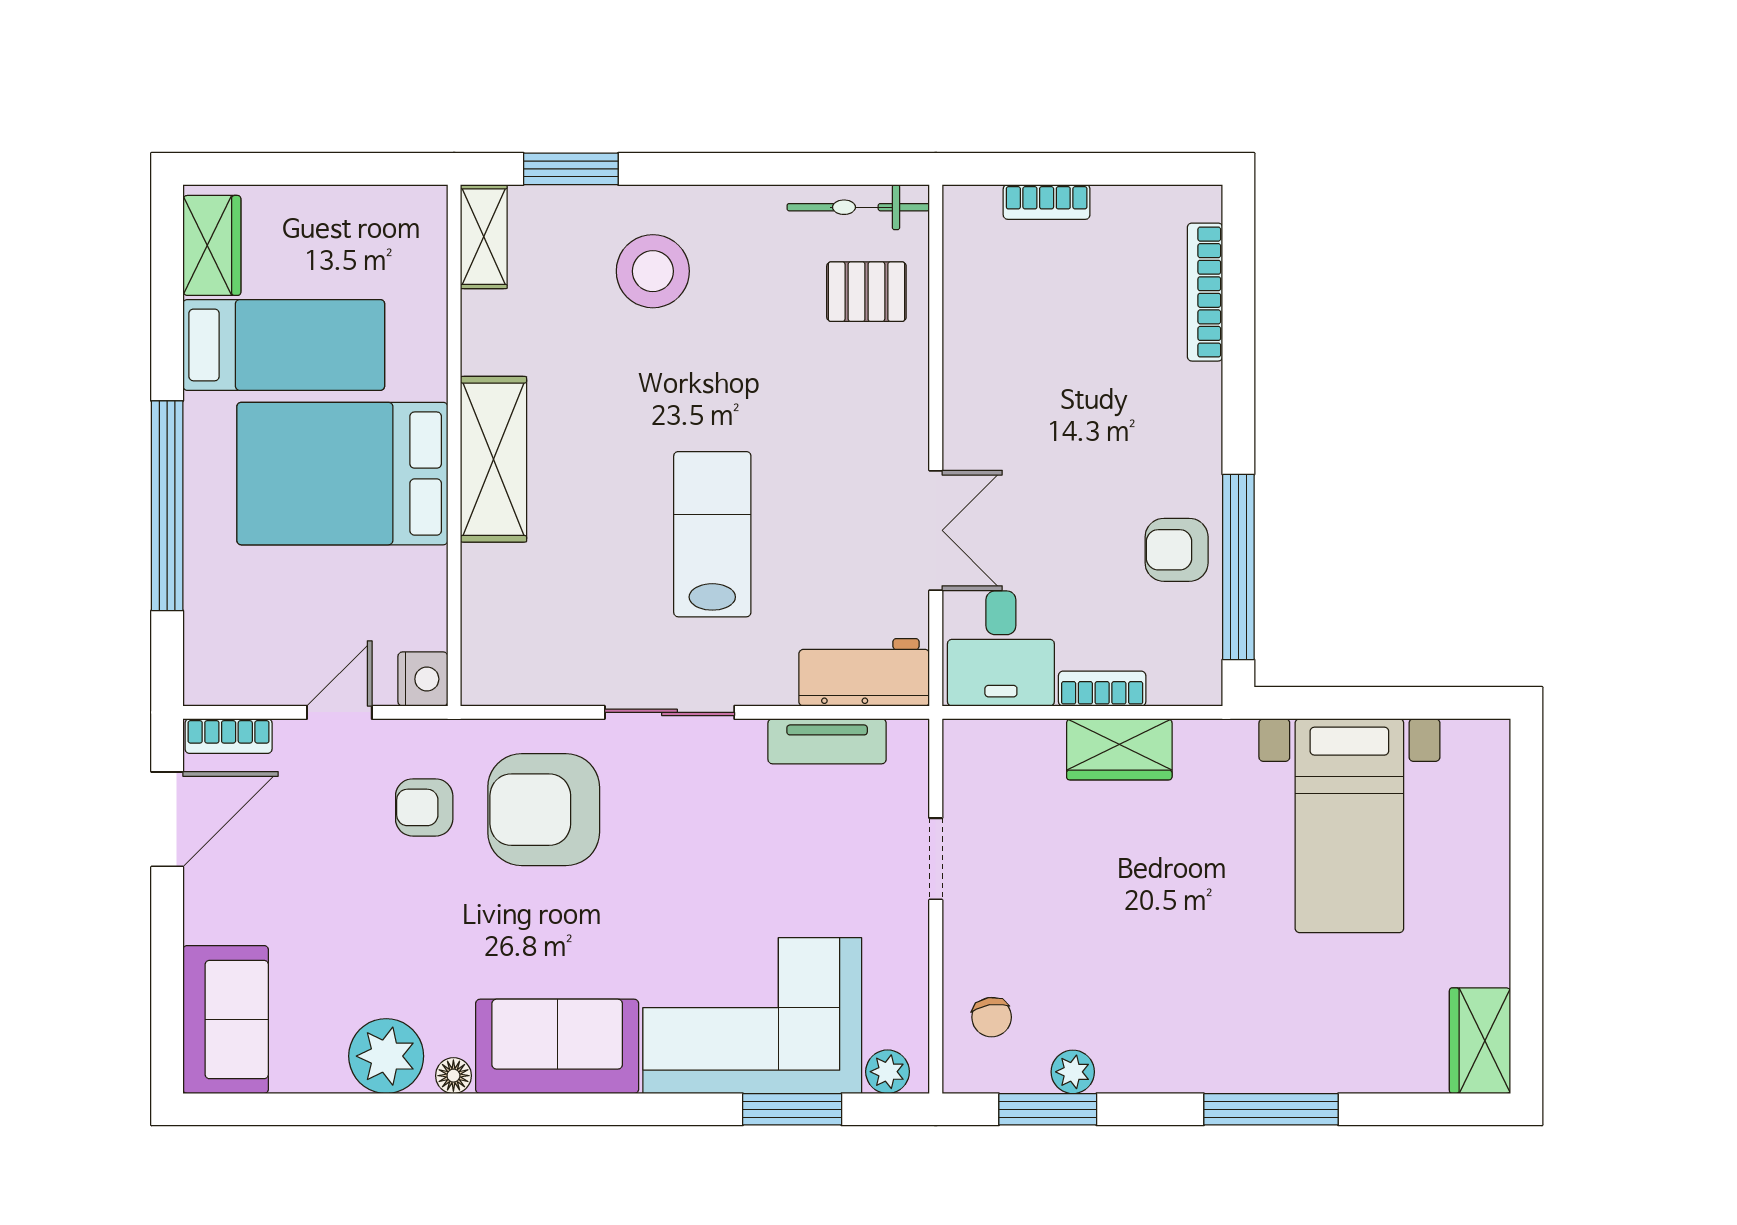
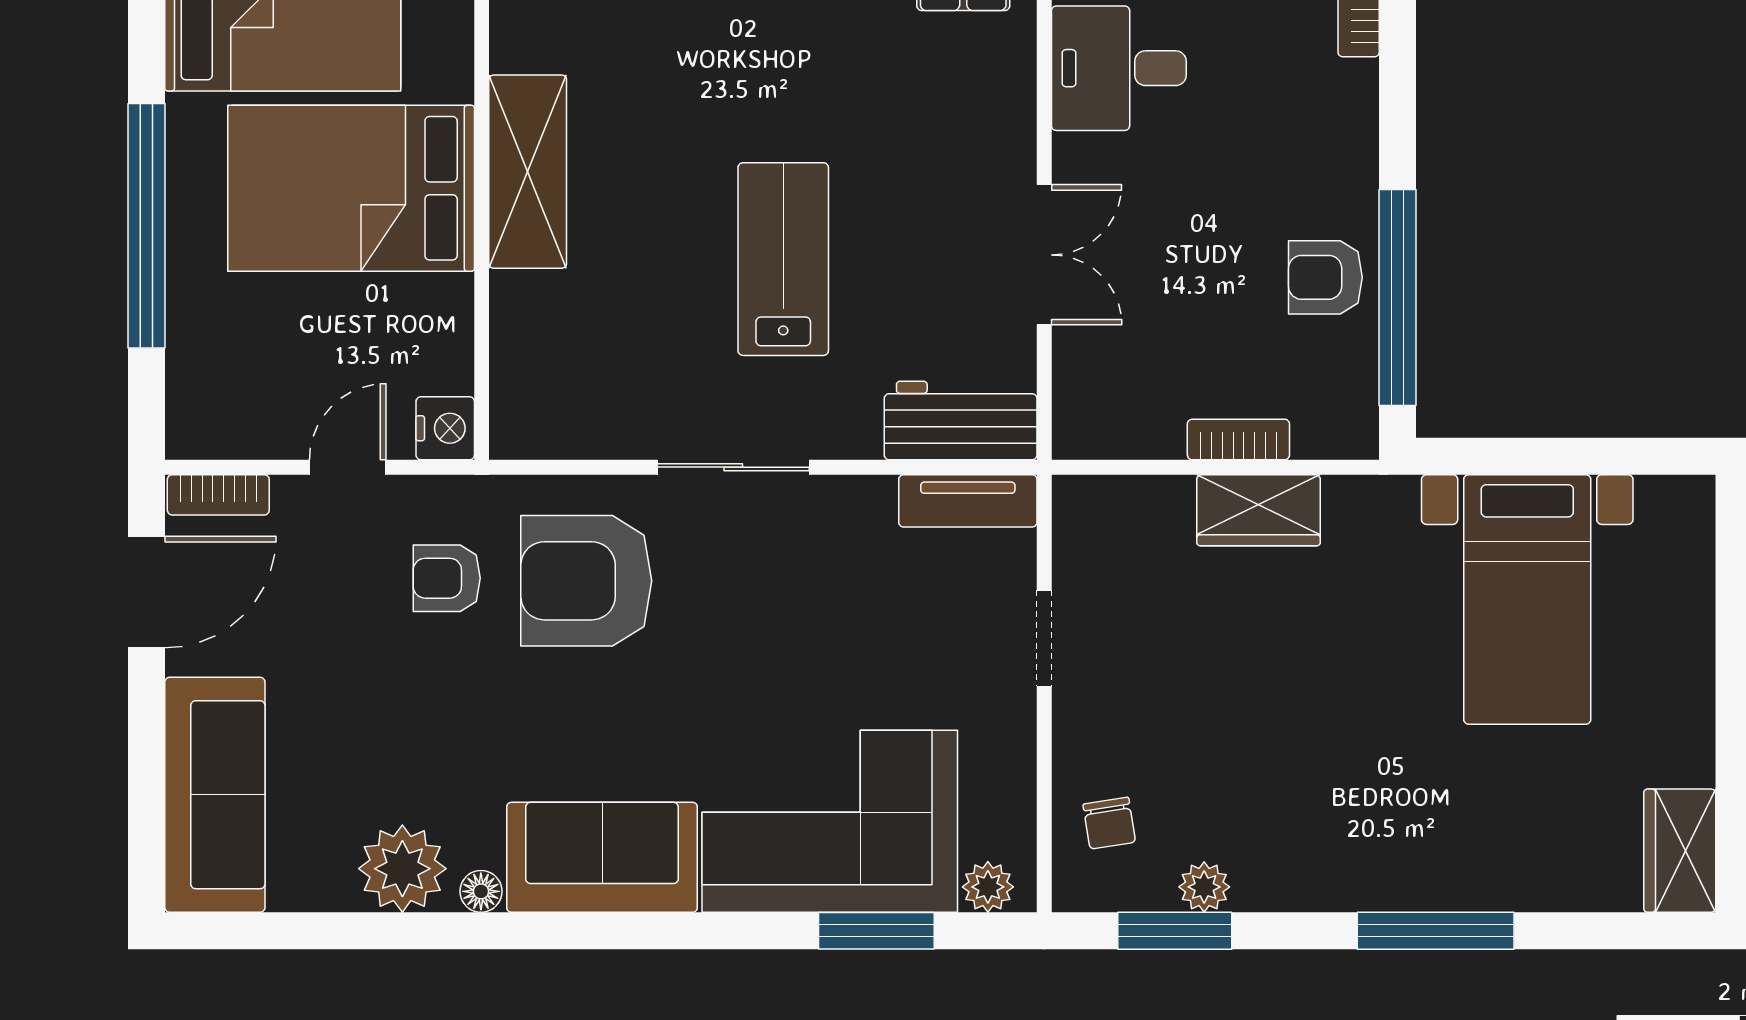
desk: (1001, 648) -> (1119, 68), moved, turned 90
tv unit: (827, 741) -> (968, 501), moved
sofa: (226, 1020) -> (215, 795), width x1.36

